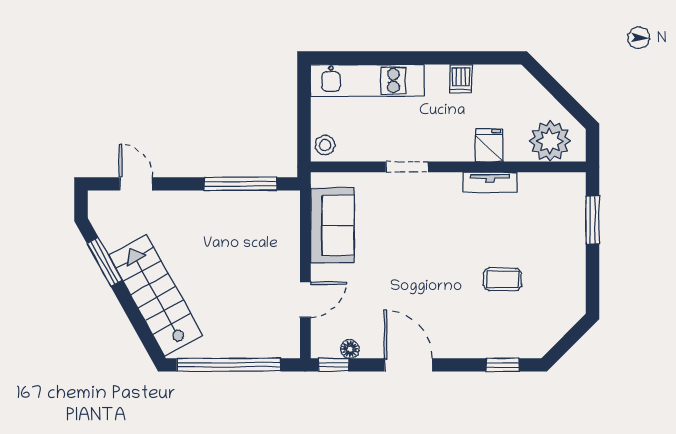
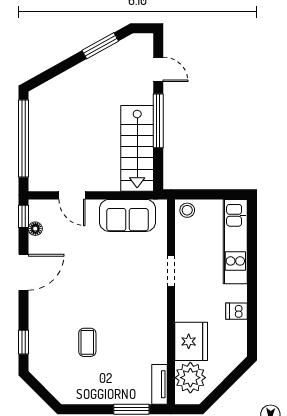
fridge: (489, 145) -> (191, 341), width x1.88, depth x1.34
tv unit: (490, 182) -> (159, 384), moved
door: (136, 184) -> (158, 69), hinge flipped
window: (241, 184) -> (158, 121), moved
stairs: (156, 295) -> (137, 148), moved, turned 119

